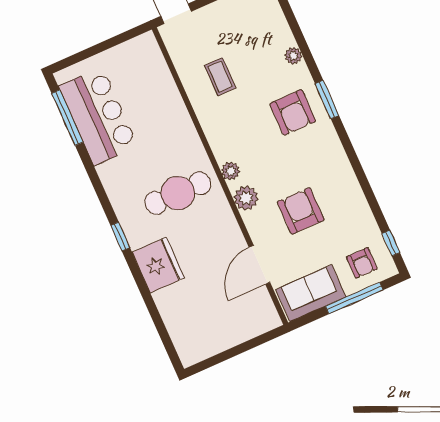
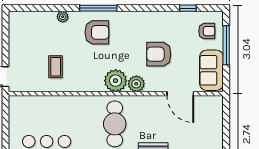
coffee table: (220, 77) -> (56, 67), turned 90
window: (327, 100) -> (98, 8), width x1.44
plant: (231, 171) -> (116, 81), width x1.88, depth x1.88
window: (391, 243) -> (188, 8), moved

